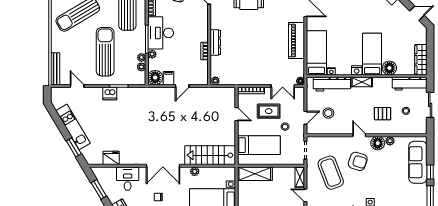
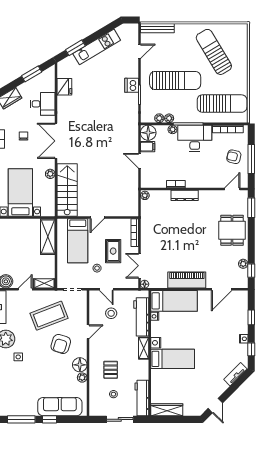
floor lamp: (389, 68) -> (158, 377), removed
door: (236, 114) -> (97, 217), moved
door: (359, 135) -> (88, 332), moved

